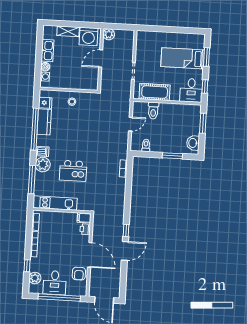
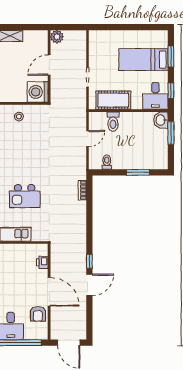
washing machine: (89, 36) -> (38, 92), moved, turned 90
washbasin: (193, 143) -> (161, 120), moved
filing cabinet: (84, 218) -> (40, 249), removed

